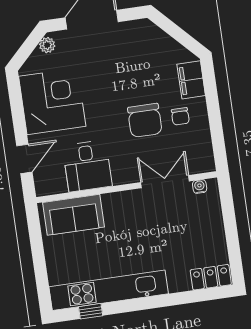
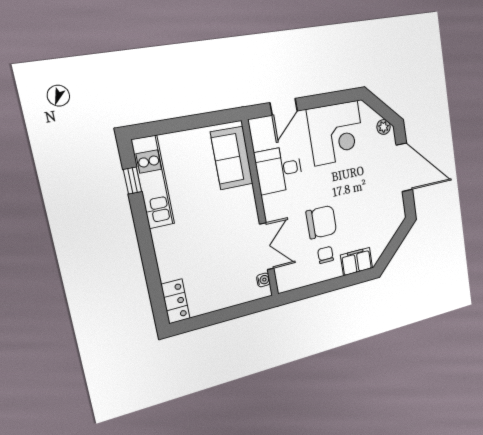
chair: (180, 116) -> (326, 255), turned 90
chair: (145, 120) -> (321, 222), turned 180
door: (24, 159) -> (284, 107), hinge flipped
kitchen unit: (109, 290) -> (153, 182), width x0.73

